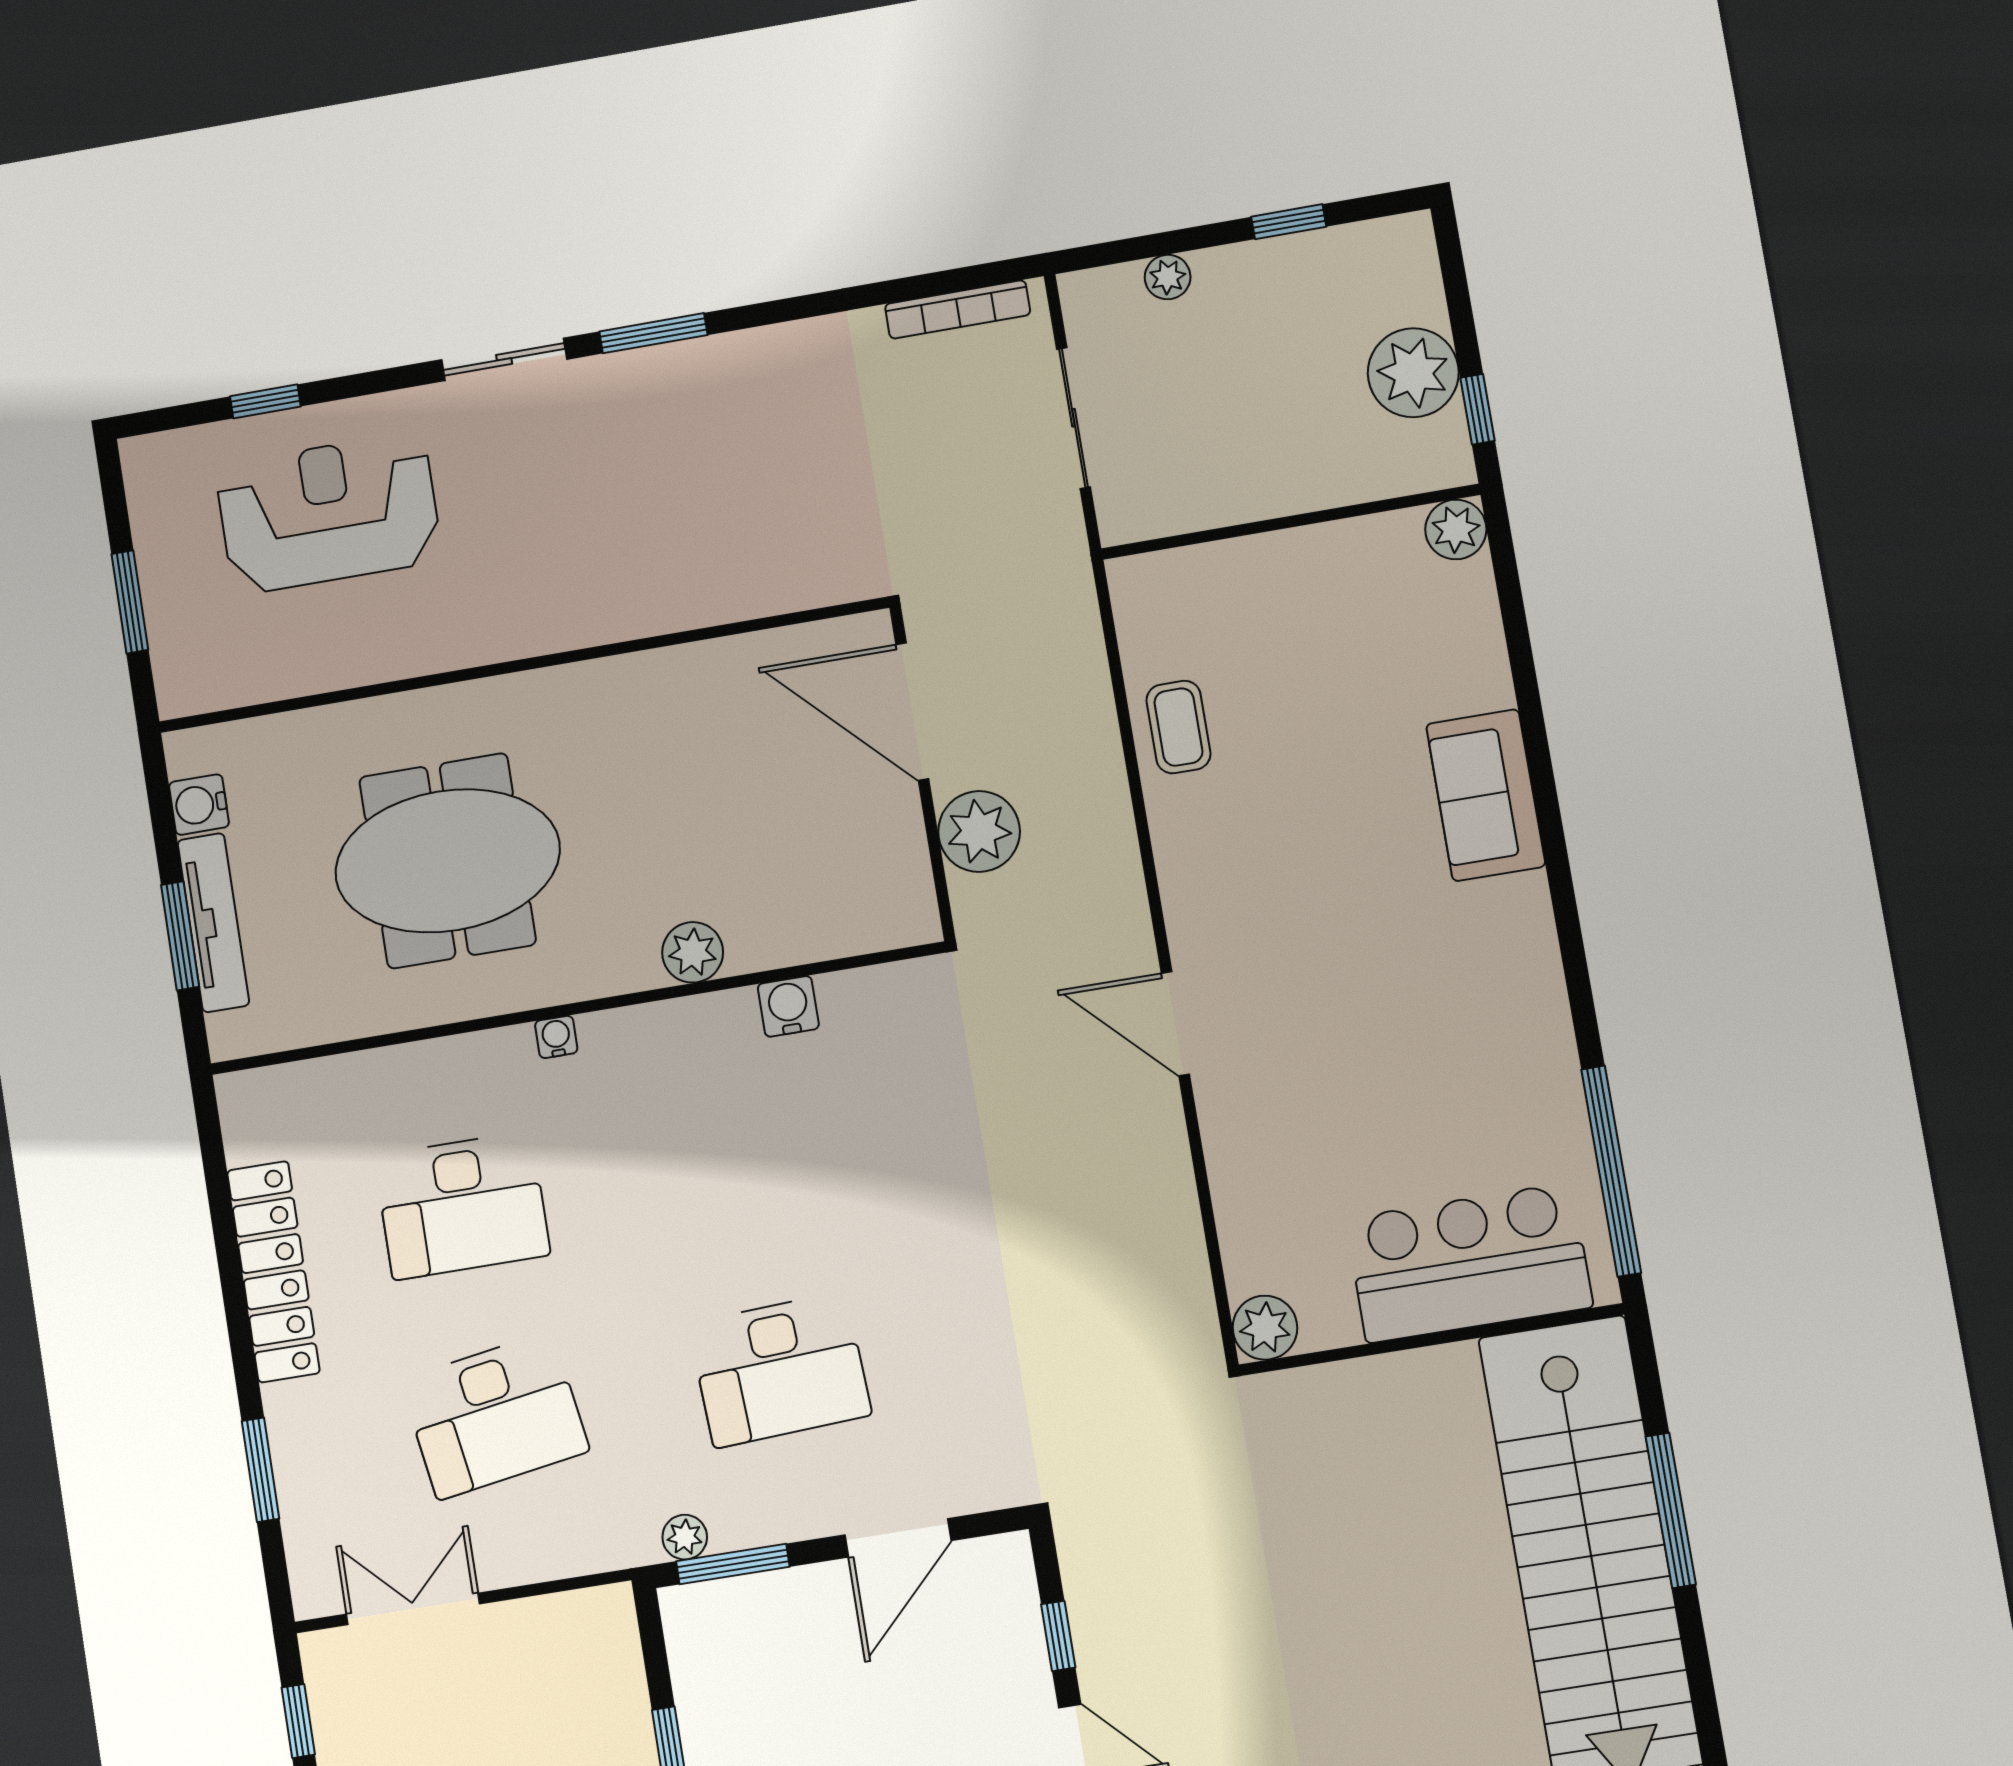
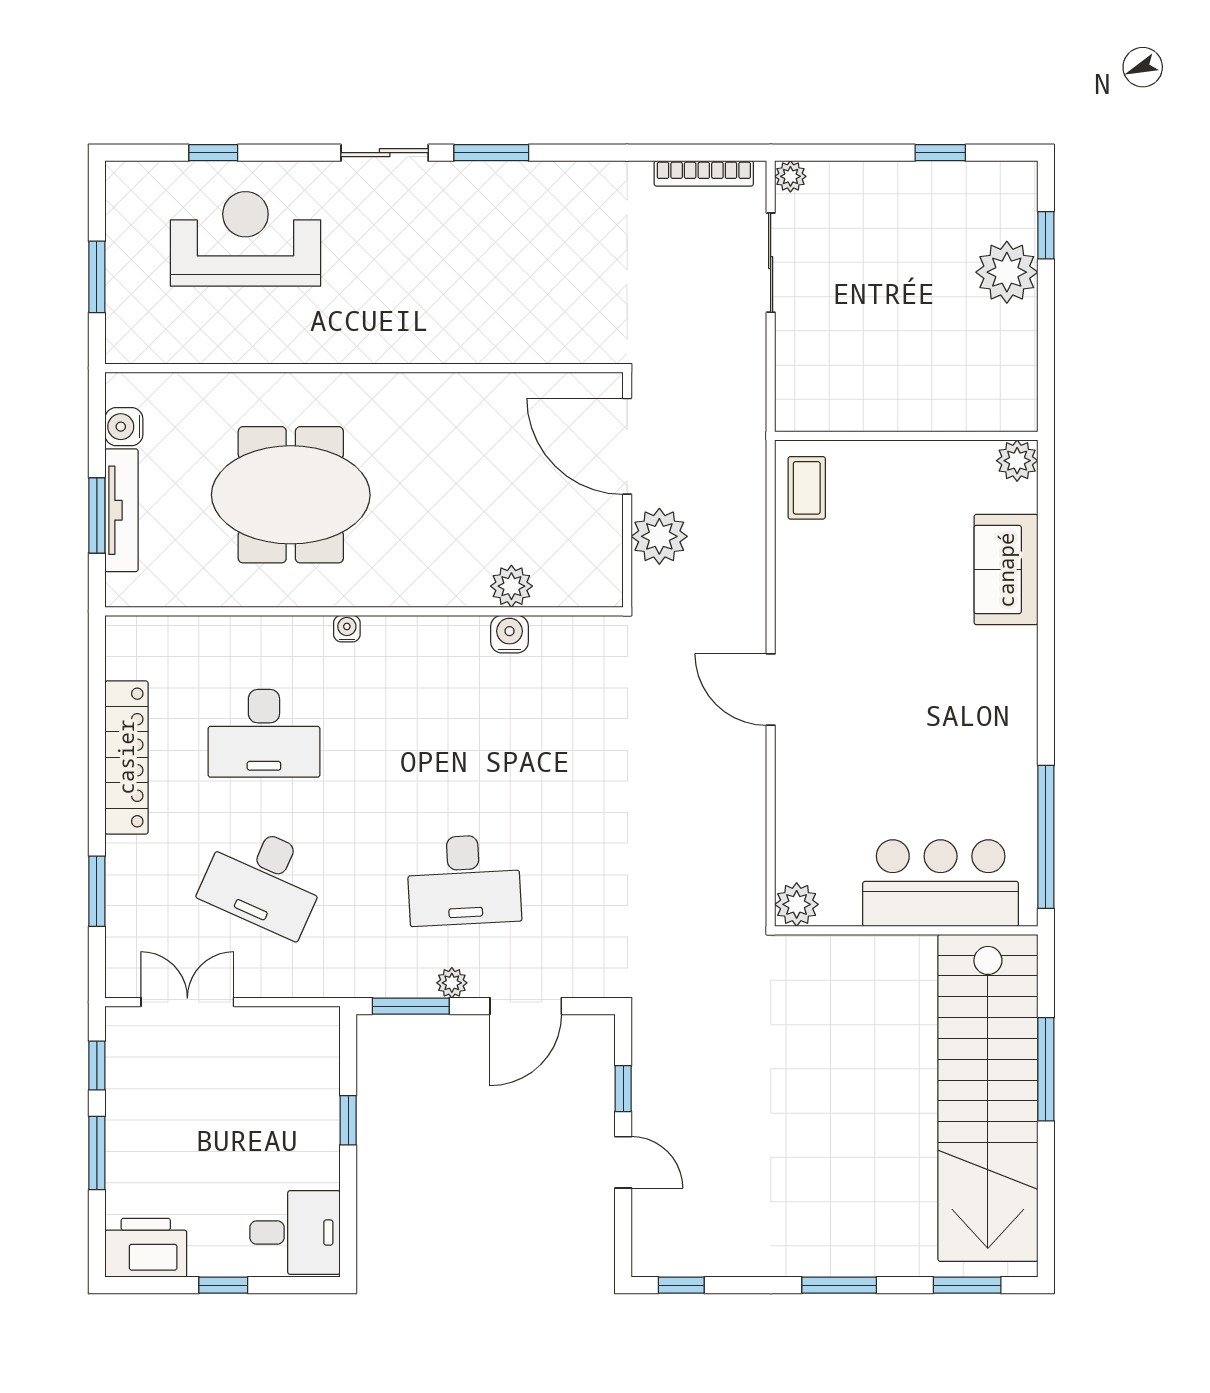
plant: (1168, 277) -> (790, 176), moved
window: (1477, 409) -> (1046, 235), moved
wall: (1290, 522) -> (906, 436), moved
plant: (1456, 529) -> (1017, 461), moved
plant: (693, 952) -> (511, 586), moved
desk: (495, 1416) -> (264, 880), turned 33
plant: (685, 1537) -> (452, 983), moved

